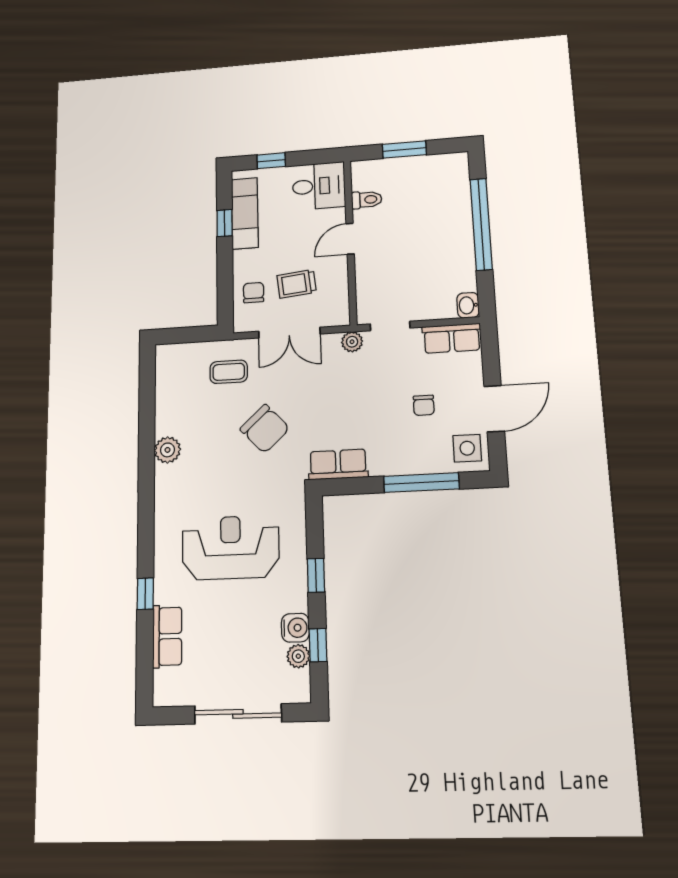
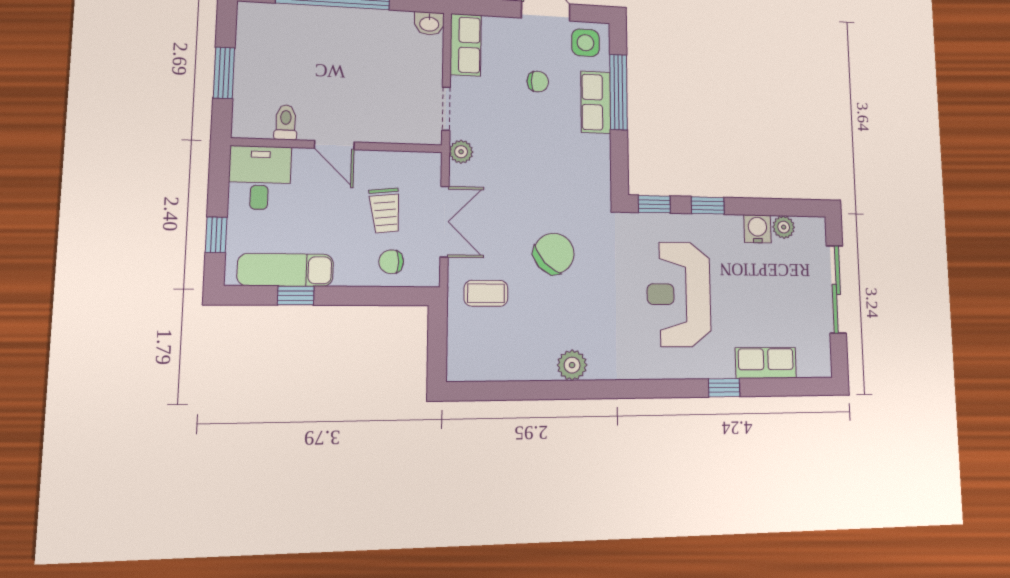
coffee table: (229, 372) -> (486, 293), turned 90
row of seats: (338, 464) -> (596, 102), moved
window: (318, 645) -> (654, 204), moved

